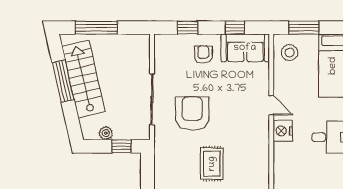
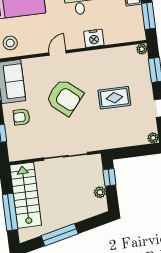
stairs: (83, 79) -> (26, 195), moved, turned 103
armchair: (192, 113) -> (65, 97), moved, turned -140
nightstand: (283, 131) -> (94, 38), moved

